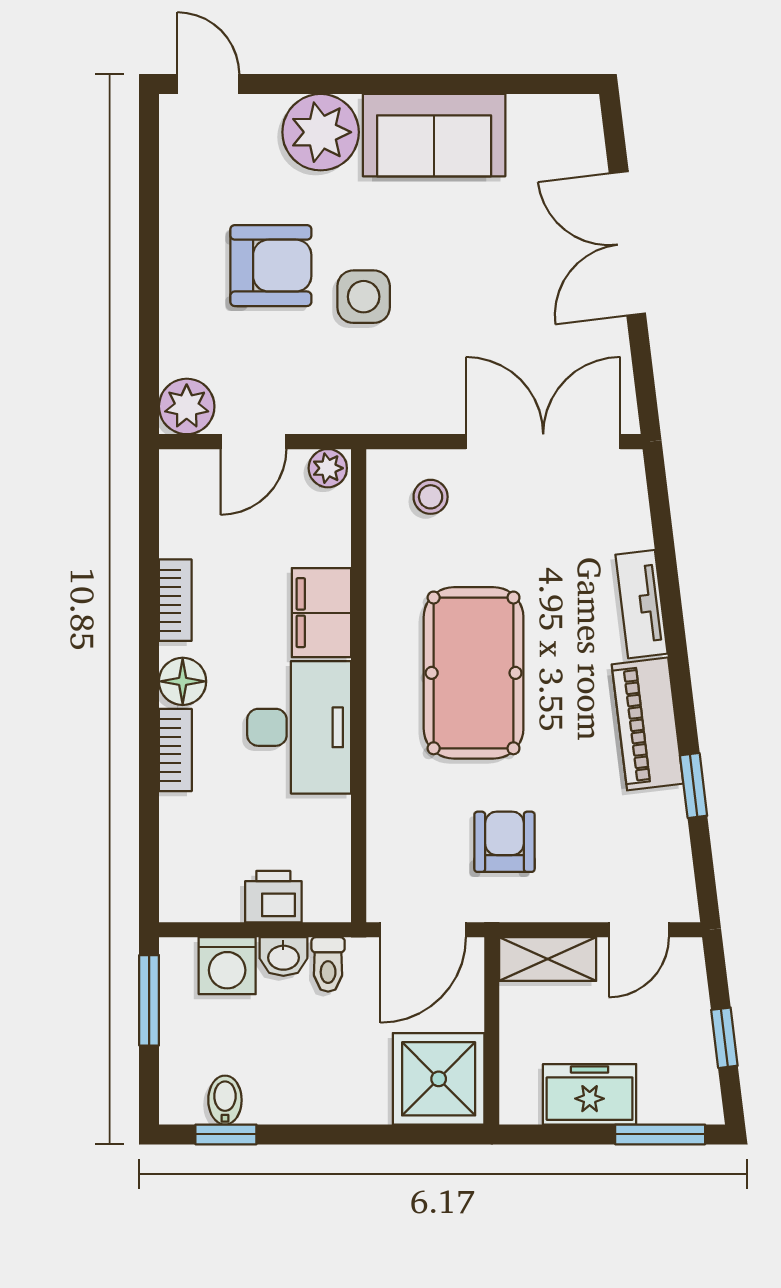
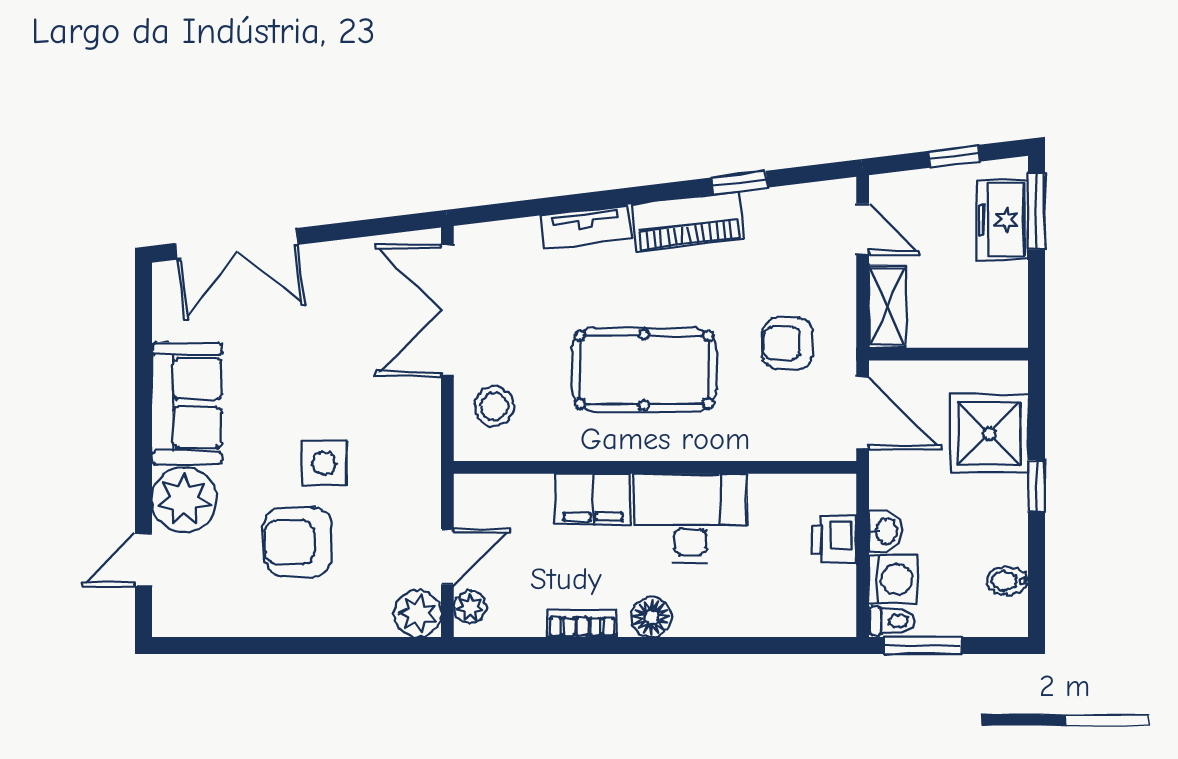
door: (208, 84) -> (143, 560), moved
double door: (627, 243) -> (237, 244), moved
armchair: (271, 266) -> (298, 542), turned -90
door: (254, 442) -> (447, 557), hinge flipped
plant: (328, 468) -> (470, 607), moved
stool: (431, 497) -> (494, 406), width x1.37, depth x1.37
bookcase: (175, 750) -> (710, 623), removed
toilet: (328, 964) -> (892, 621), moved
shower: (439, 1079) -> (989, 433), moved
freezer: (590, 1094) -> (1002, 220), moved
window: (226, 1134) -> (1037, 486), moved

